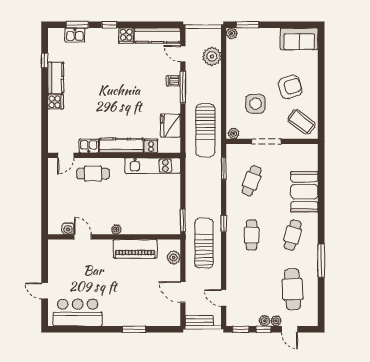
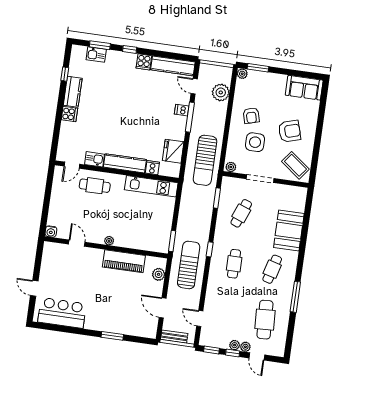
armchair: (247, 76) -> (251, 116), added
water cooler: (68, 228) -> (51, 232), moved

